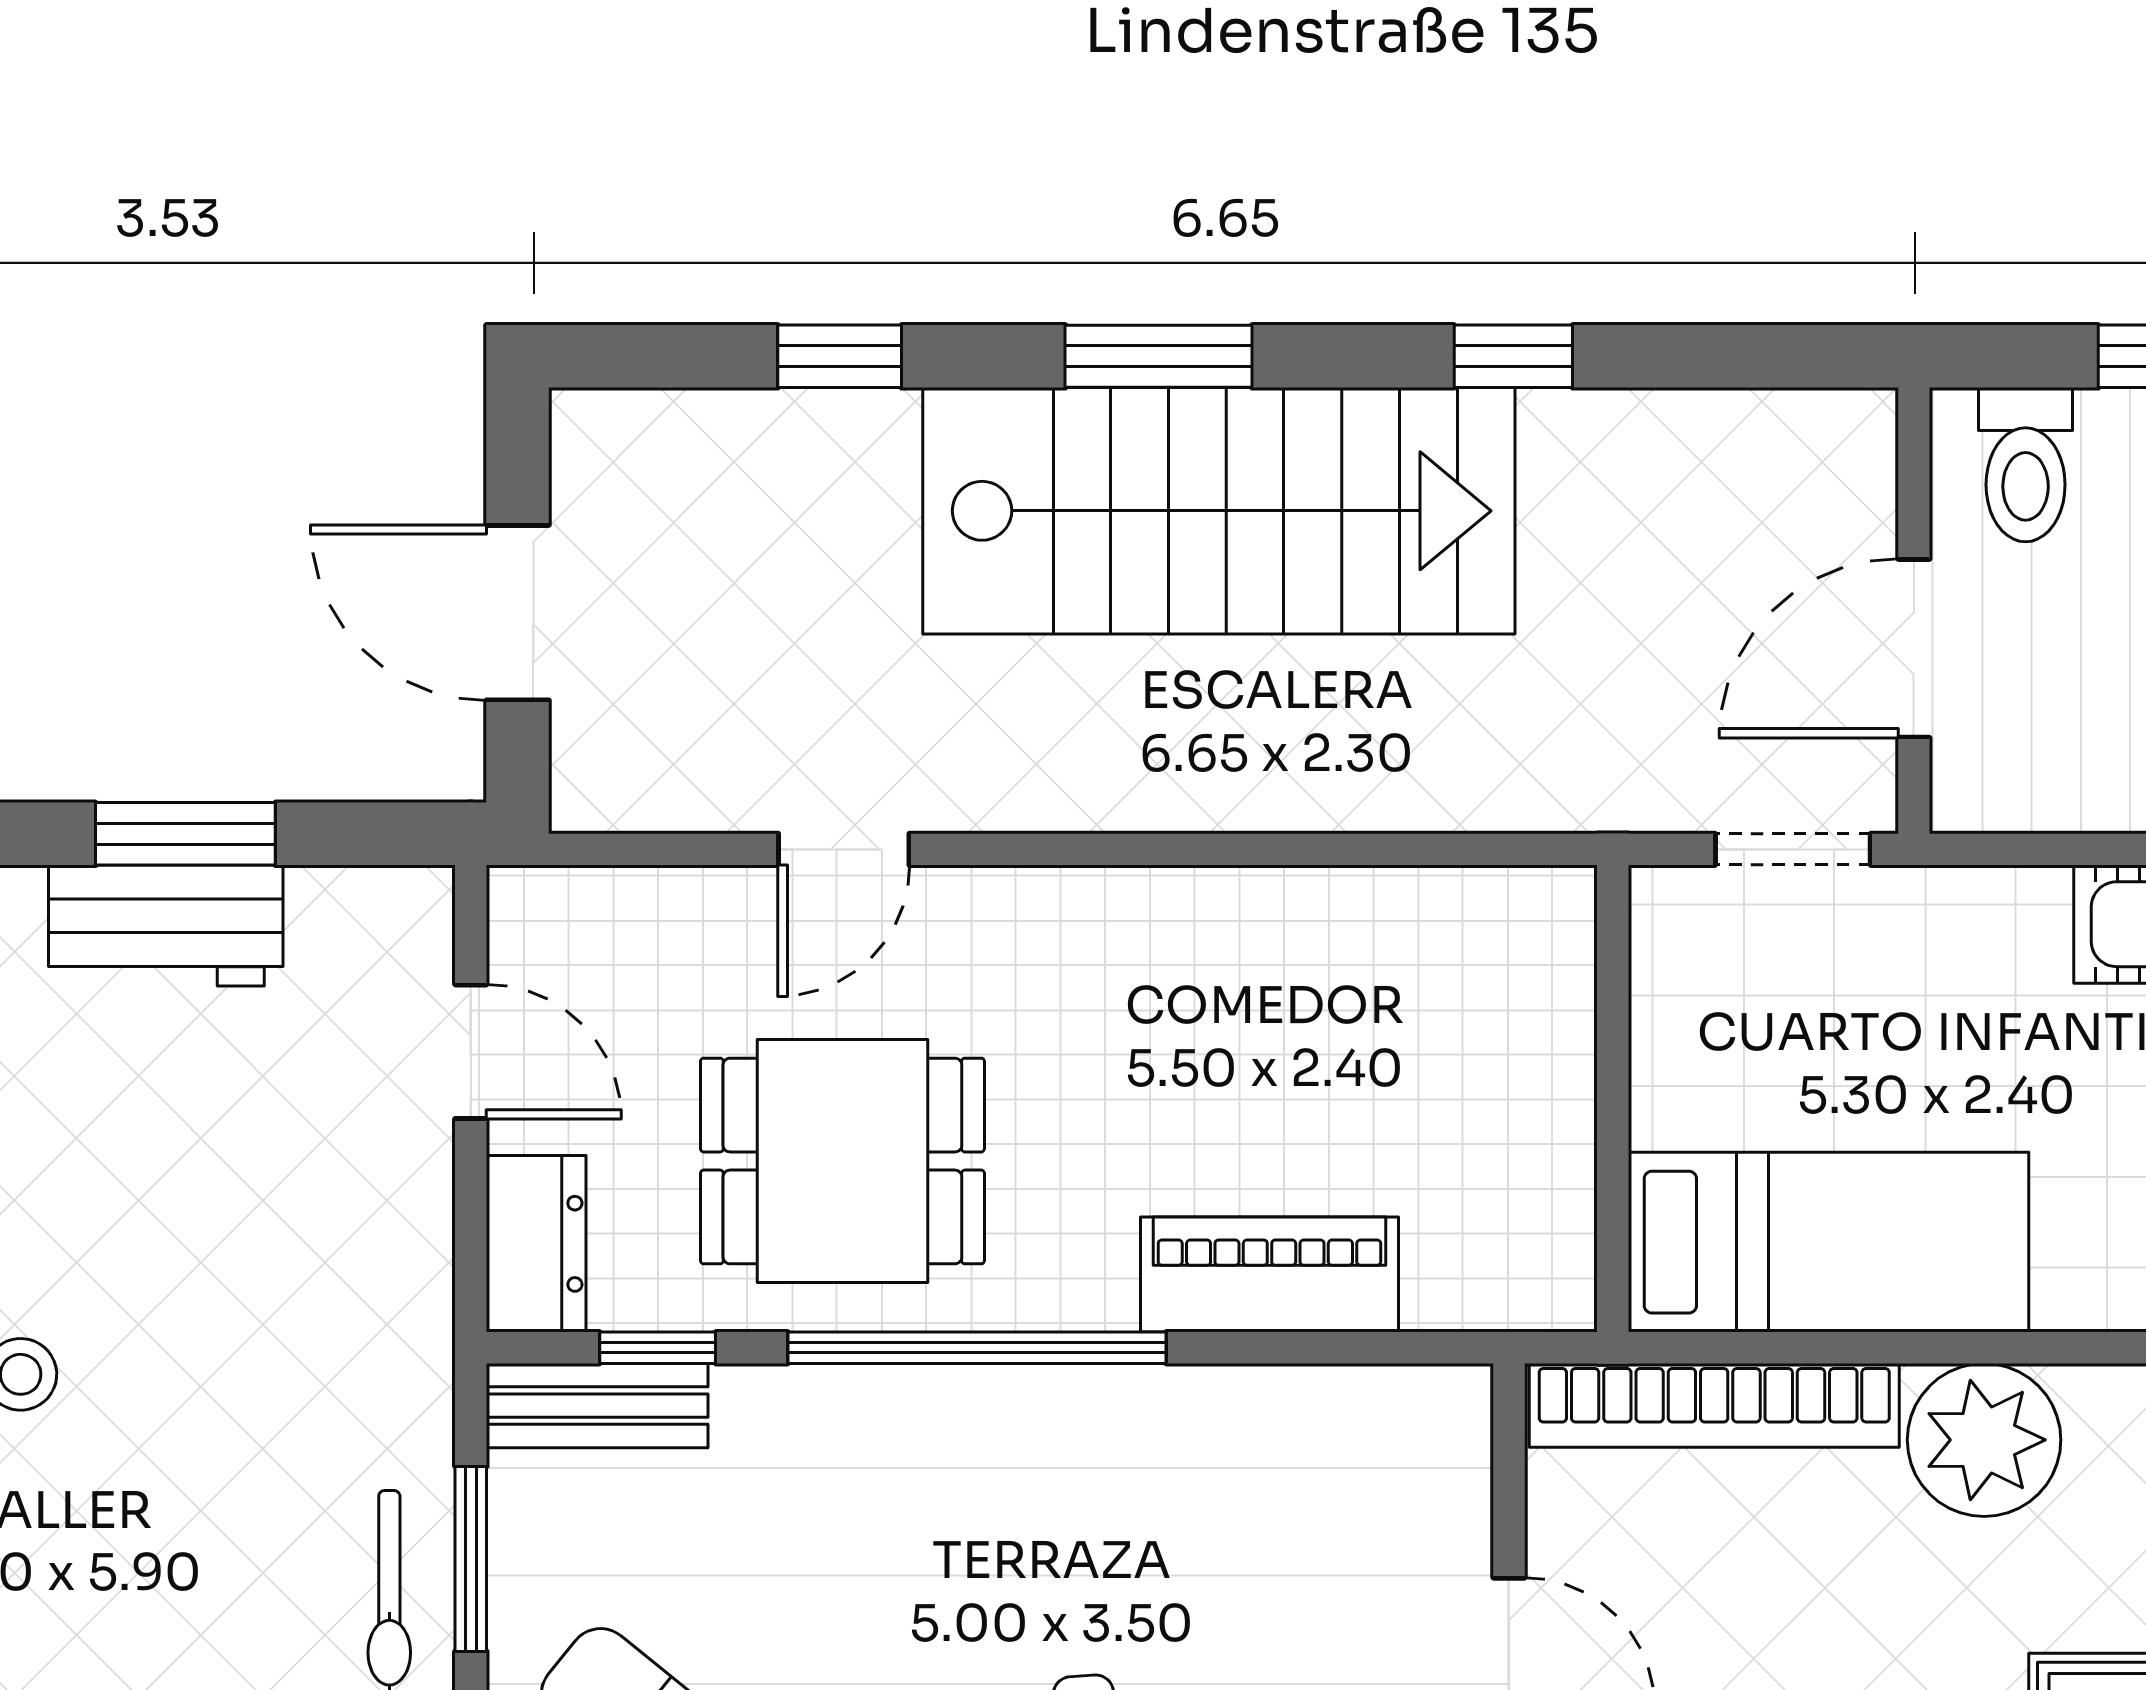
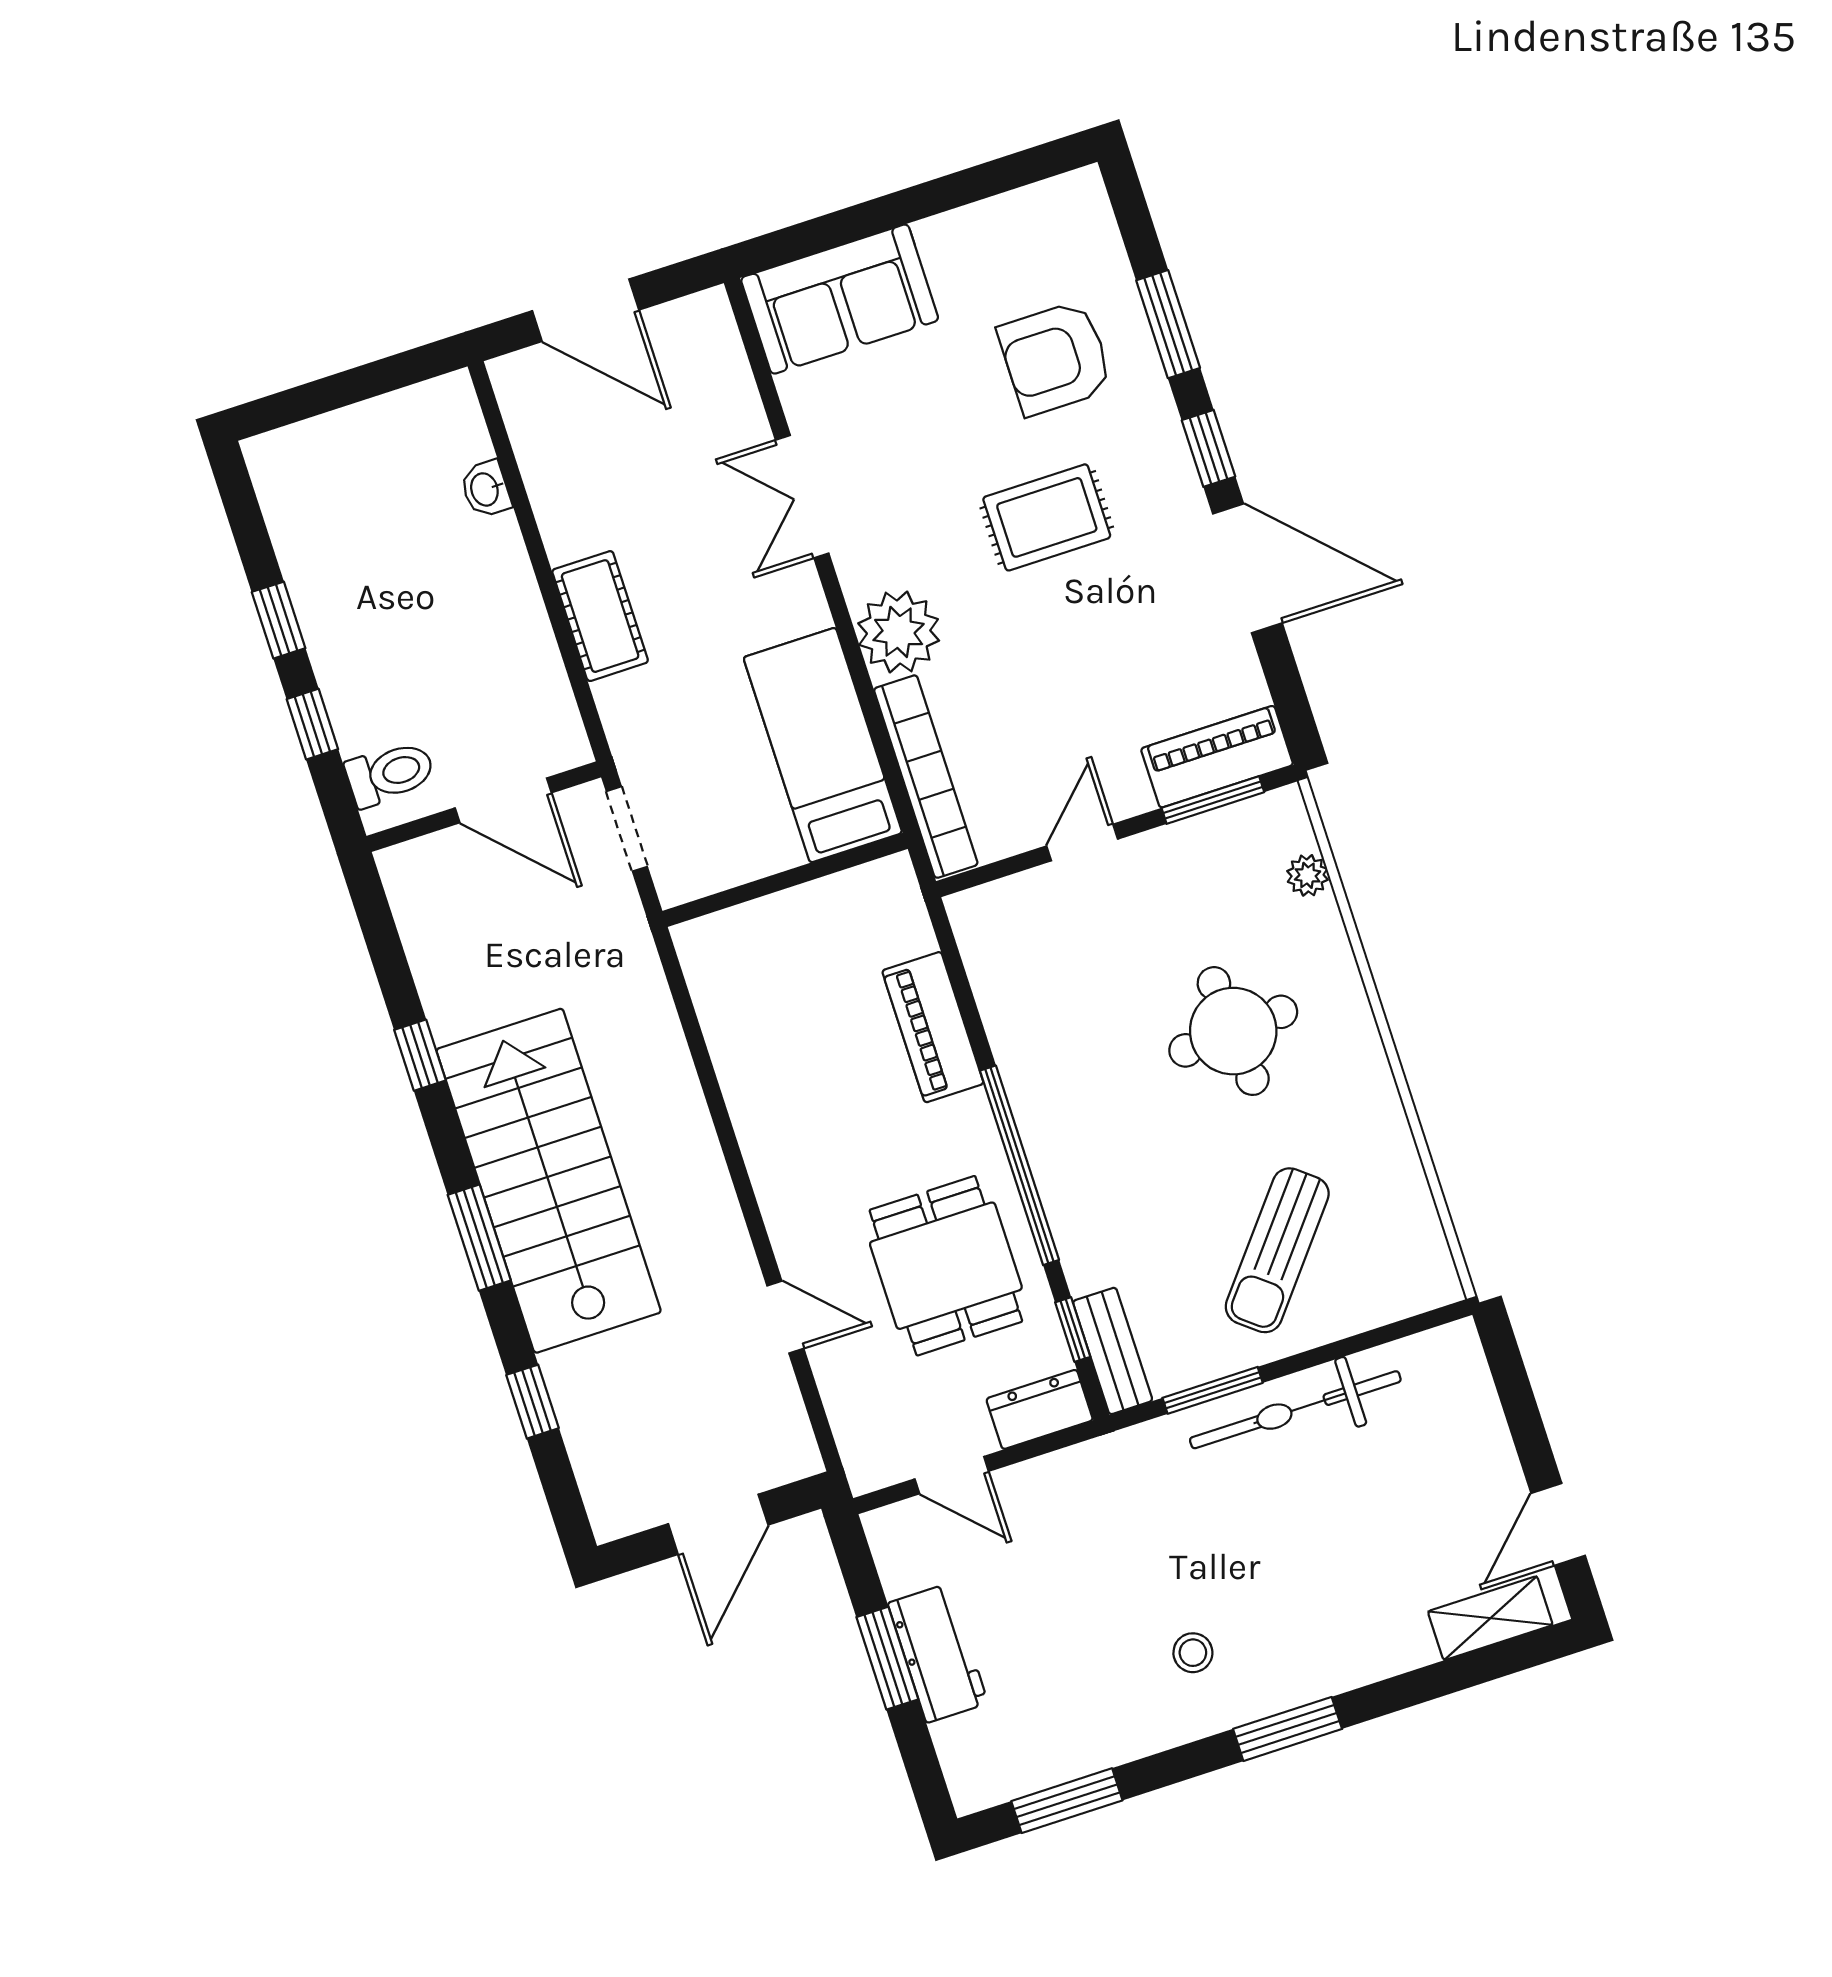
door: (471, 1052) -> (952, 1475), swing flipped

